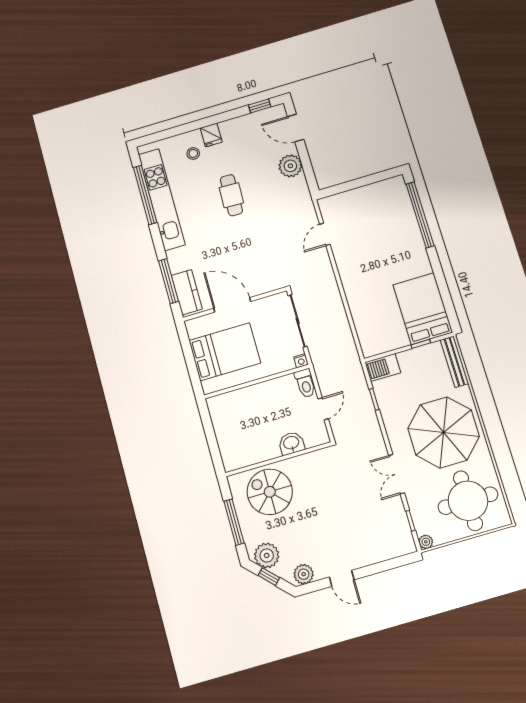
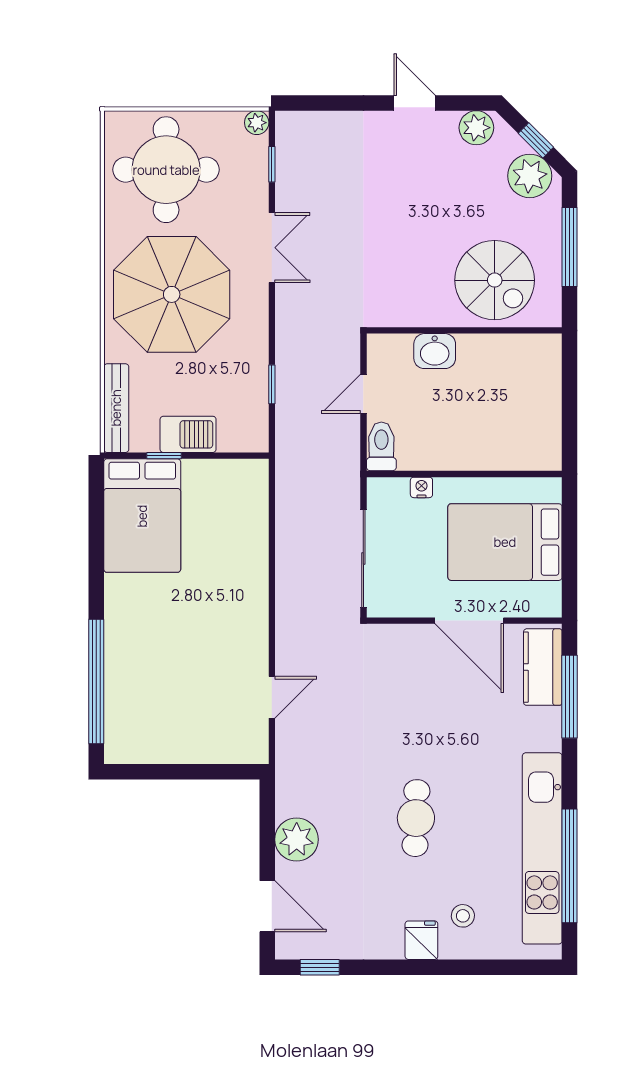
nightstand: (301, 361) -> (421, 487), moved
barbecue: (383, 367) -> (188, 434), moved

